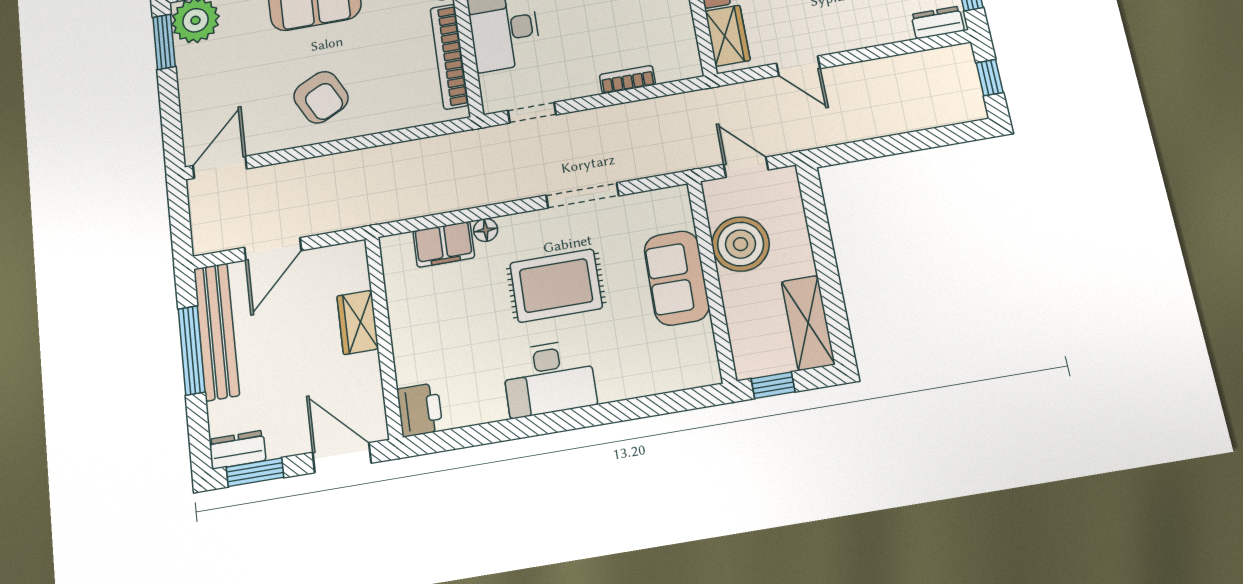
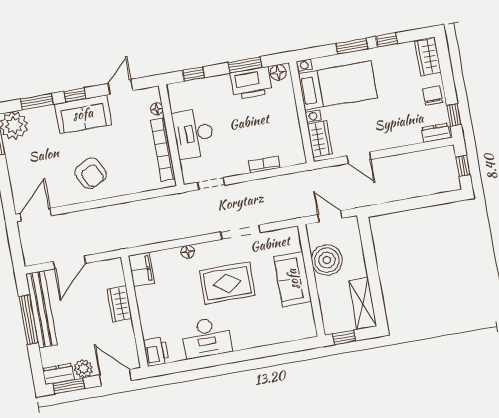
filing cabinet: (444, 244) -> (141, 269), moved, turned -90
desk: (549, 378) -> (206, 337), moved
plant: (284, 440) -> (83, 368), added

